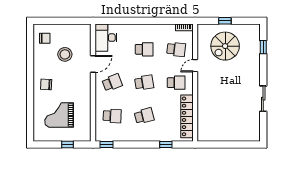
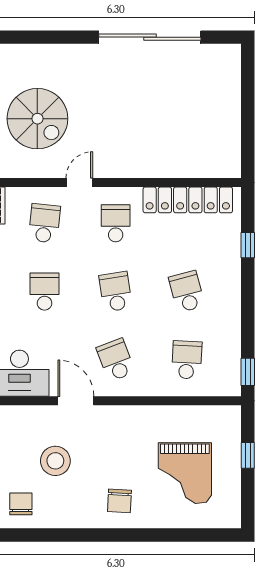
window: (263, 47) -> (40, 37), removed
door: (195, 66) -> (79, 183), swing flipped
sliding door: (263, 99) -> (150, 37), width x1.86

